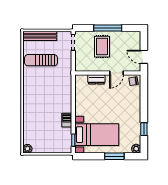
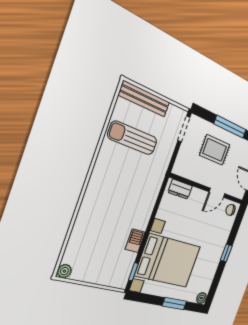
rug: (102, 47) -> (215, 150), turned 90
dresser: (96, 79) -> (180, 189), moved
window: (144, 129) -> (226, 253), moved
bed with nightstands: (97, 135) -> (168, 261), width x1.36

